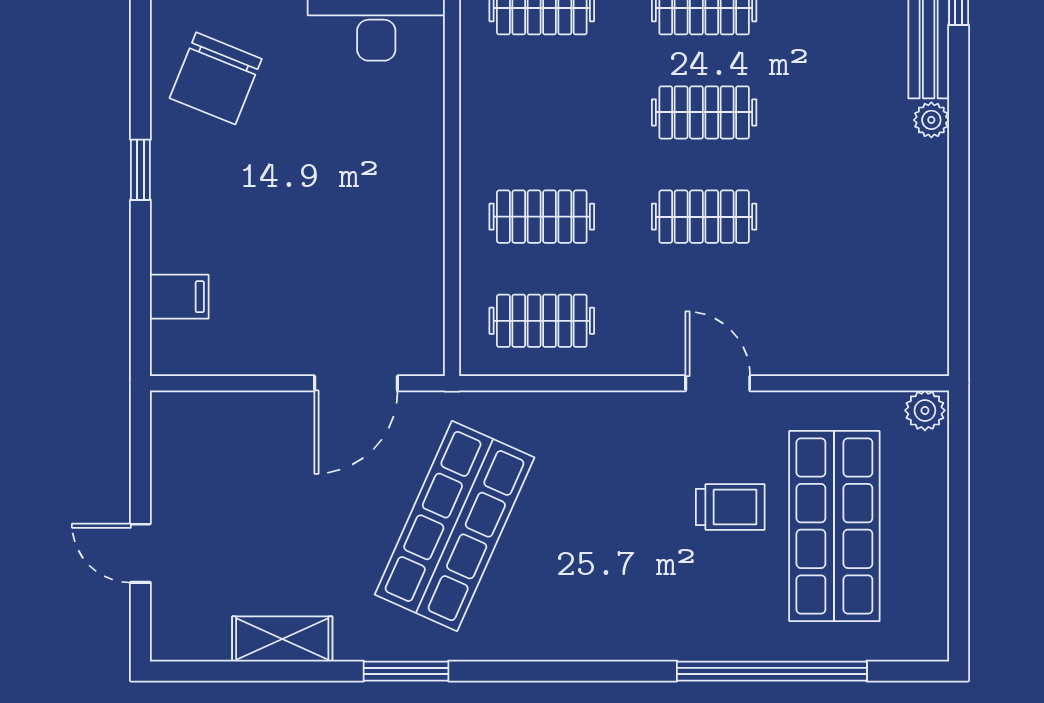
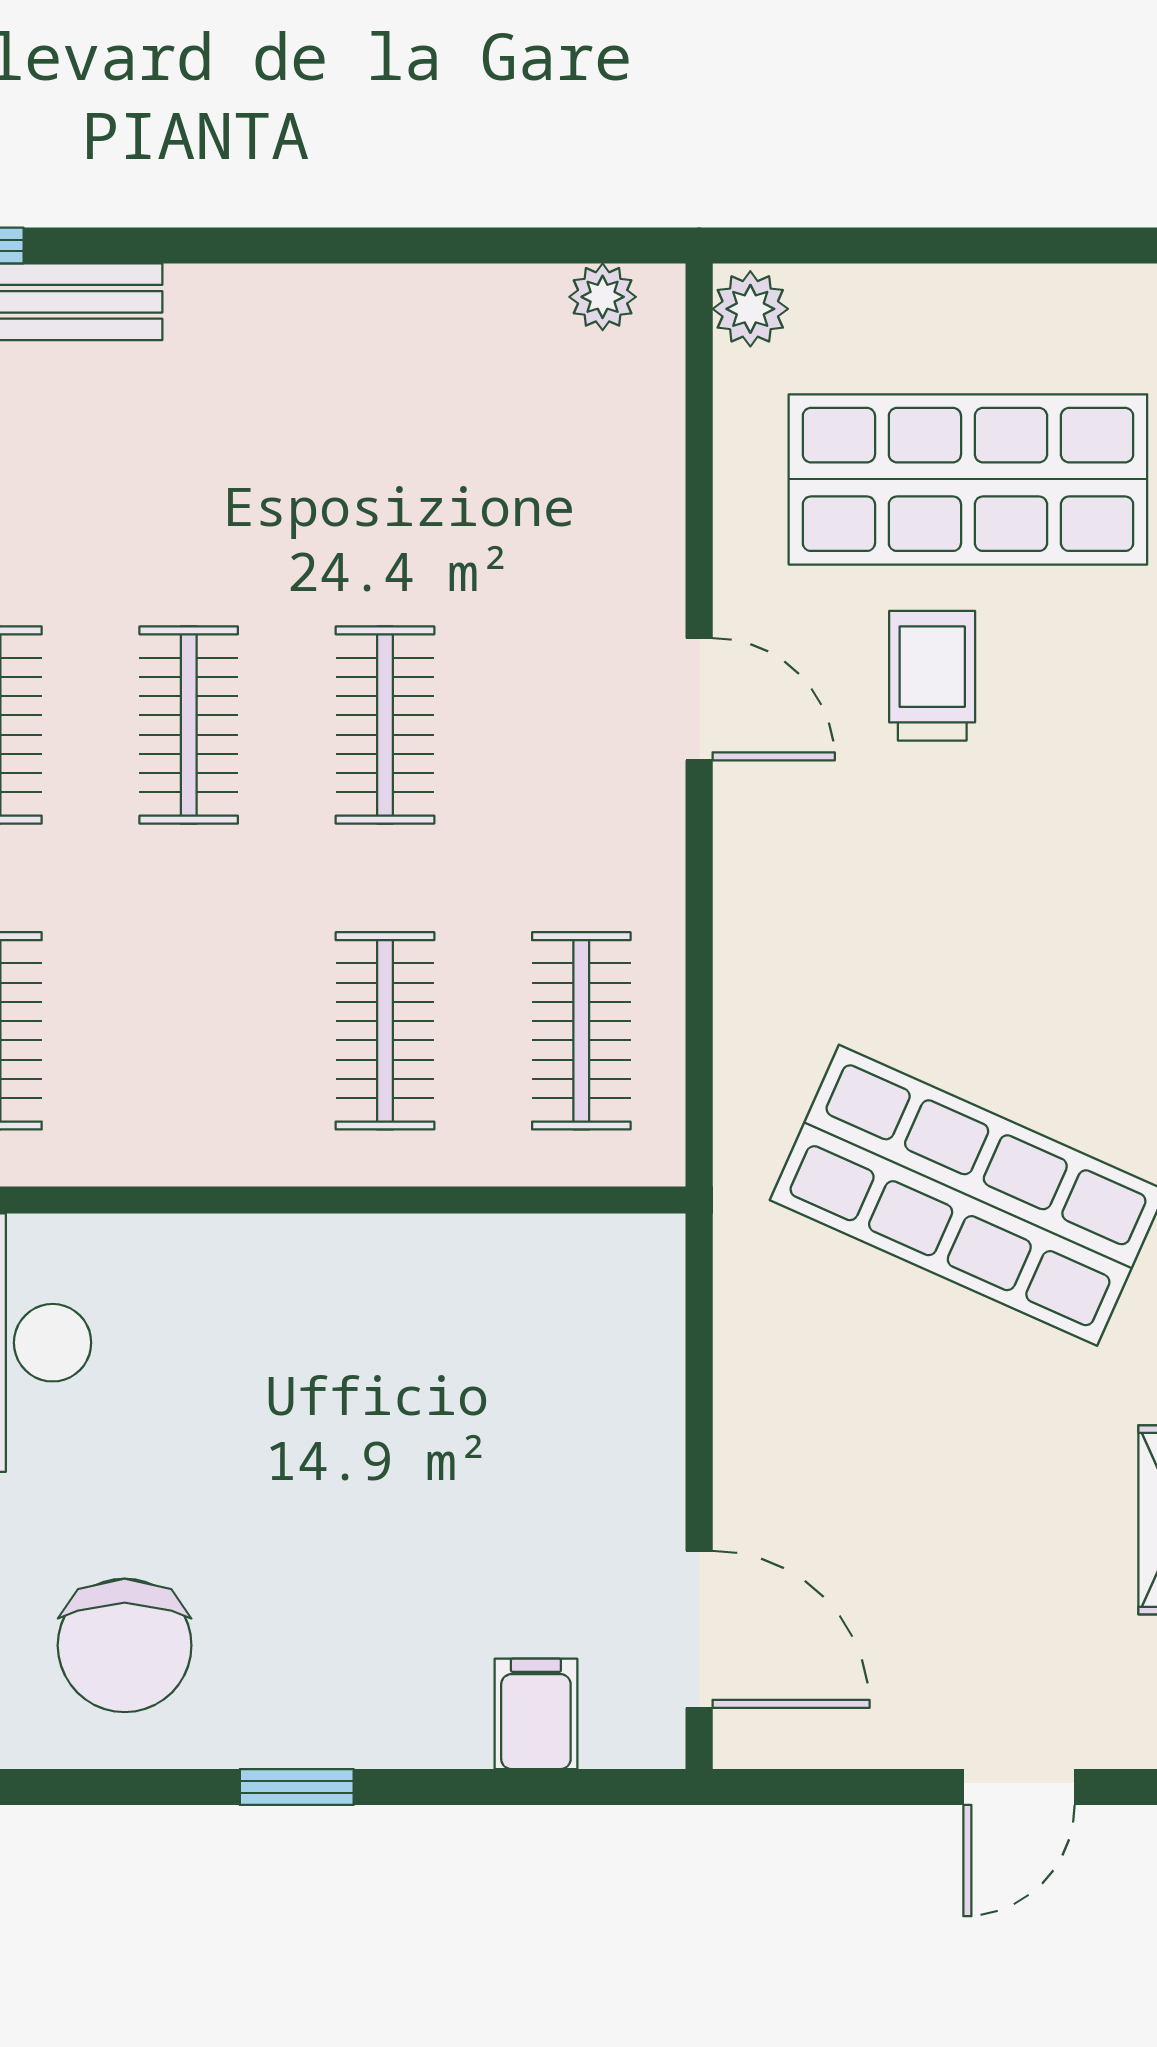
chair: (216, 78) -> (125, 1645), turned 68
plant: (931, 120) -> (603, 297), moved
door: (356, 383) -> (699, 1629), moved
door: (718, 383) -> (699, 699), swing flipped

